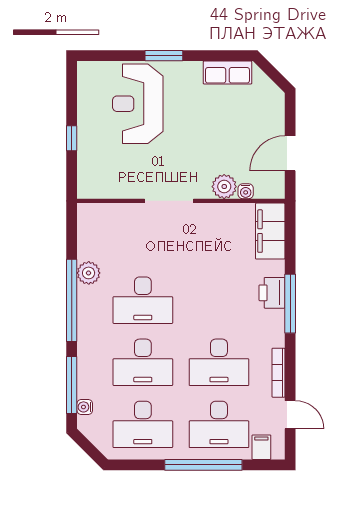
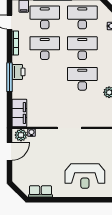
window: (164, 56) -> (72, 200), removed
reception desk: (138, 104) -> (85, 176), turned 90
plant: (224, 187) -> (21, 135), moved
printer: (272, 293) -> (18, 72), moved

